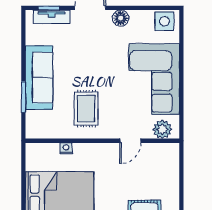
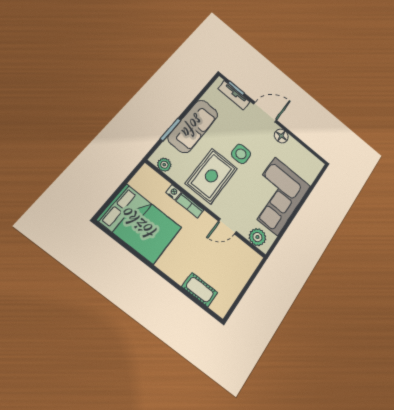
side table: (164, 21) -> (241, 154), moved
rug: (86, 109) -> (211, 176), width x1.36, depth x1.43
plant: (42, 132) -> (164, 165), added
bookcase: (87, 148) -> (190, 205), added

